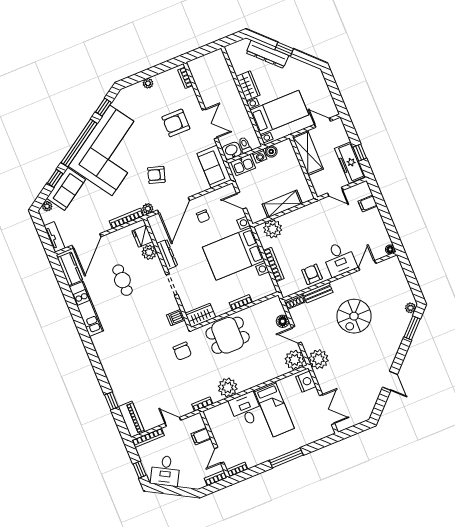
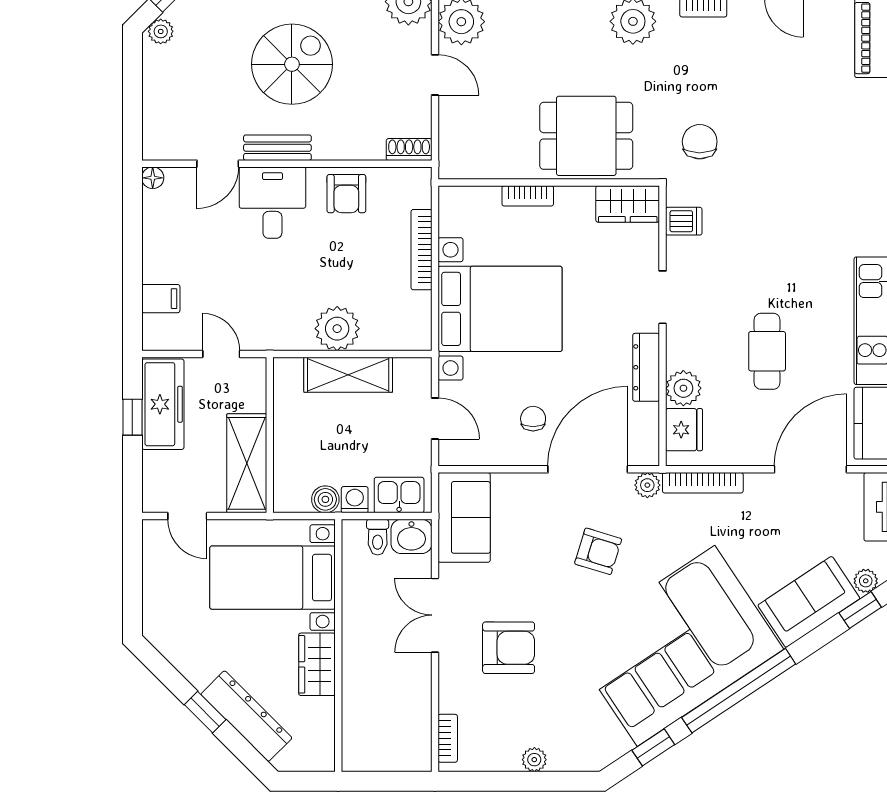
window: (55, 178) -> (860, 610), moved
plant: (273, 229) -> (337, 329), moved
bench: (318, 293) -> (277, 148), moved
floor lamp: (283, 321) -> (453, 117), removed

